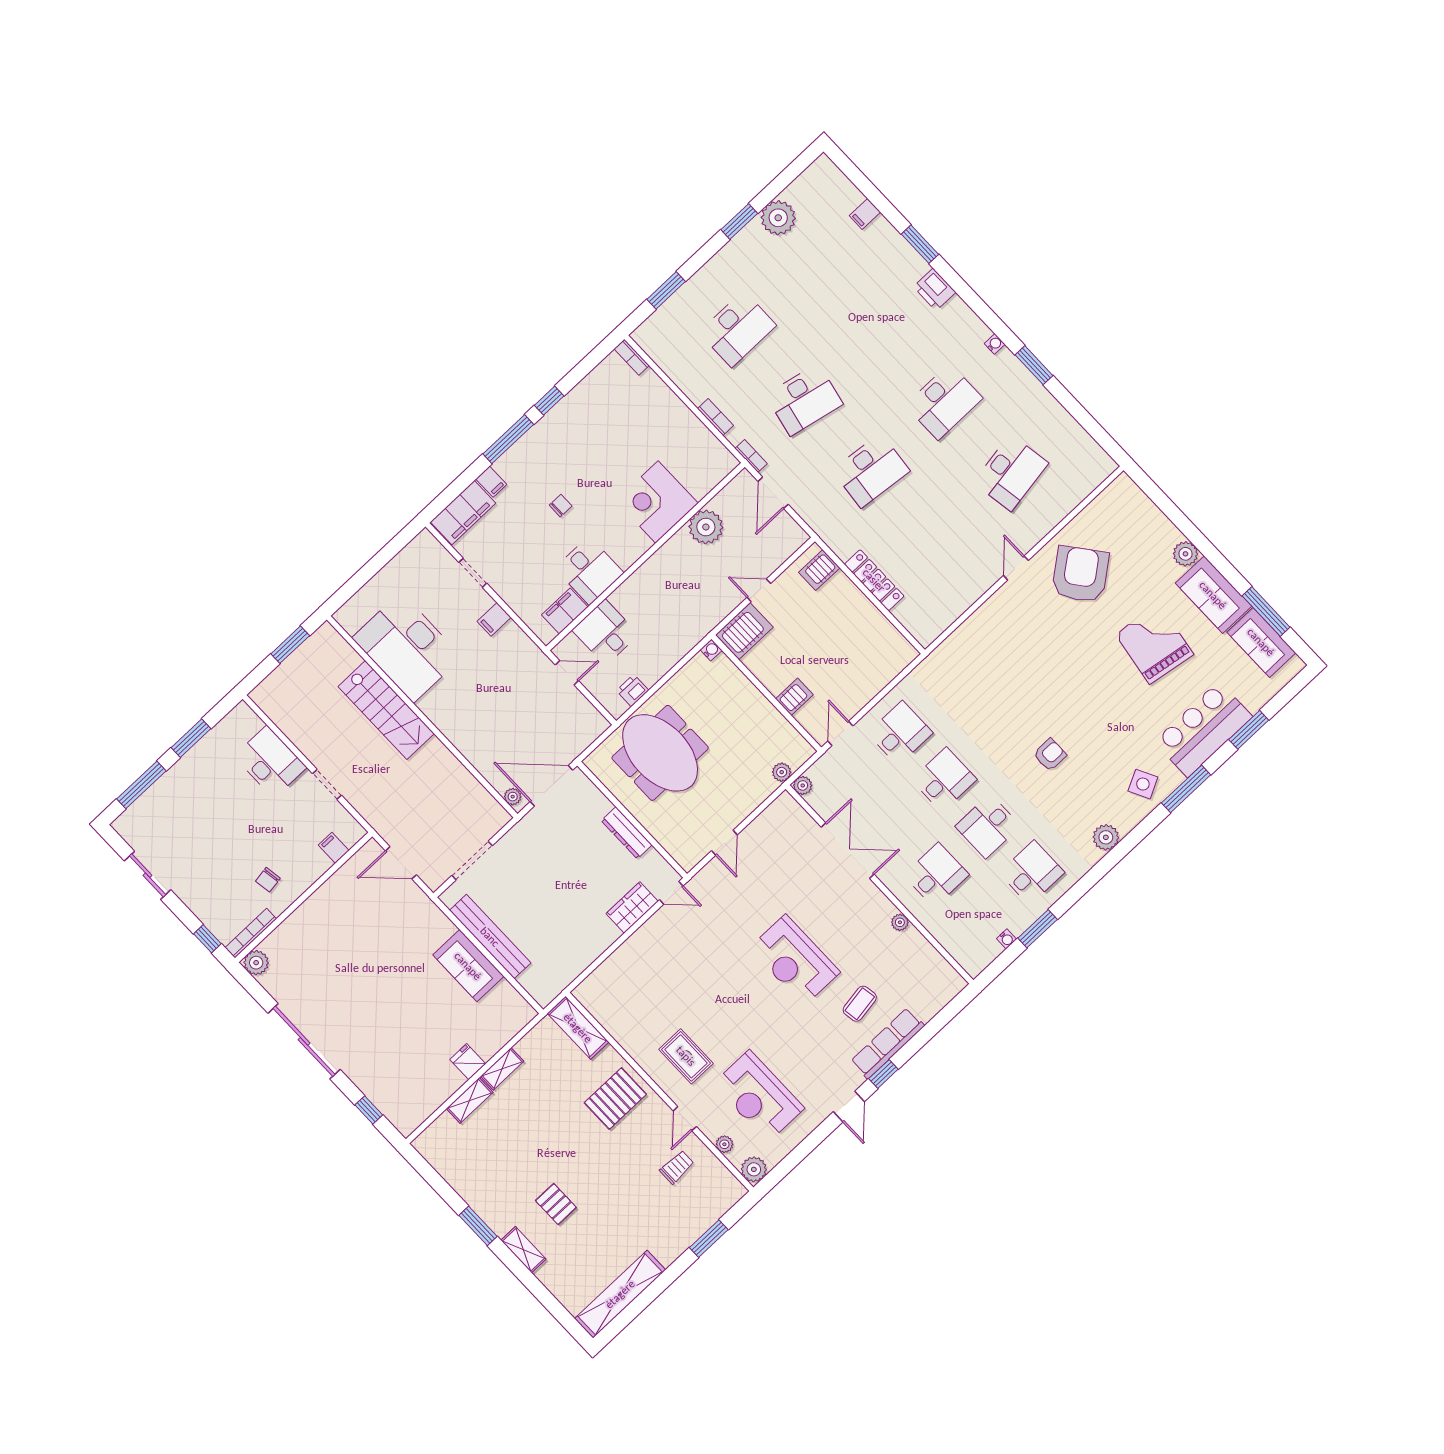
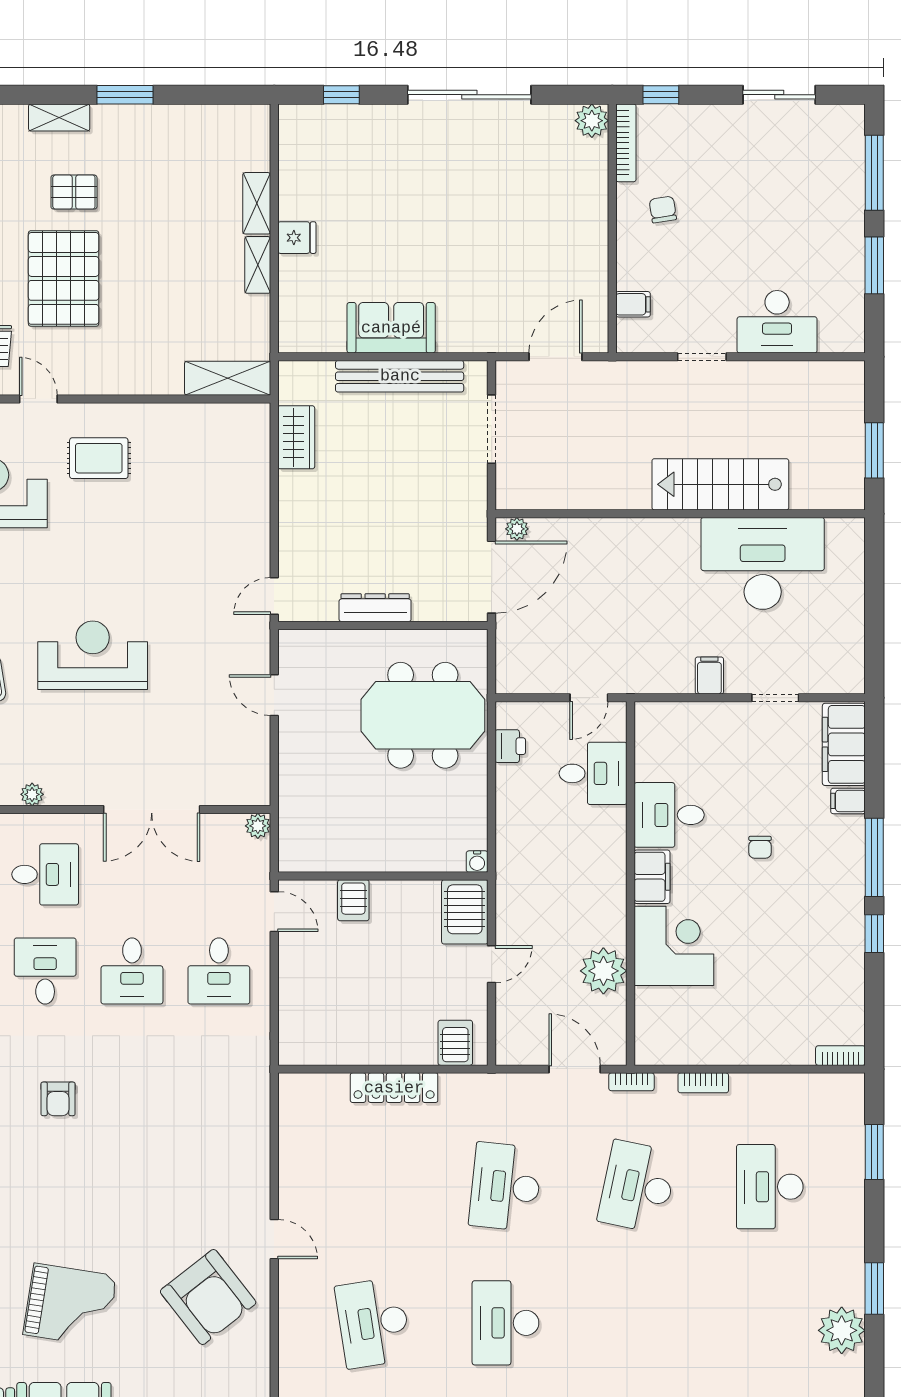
filing cabinet: (565, 611) -> (652, 877), moved
plant: (782, 772) -> (291, 817), removed
desk: (936, 875) -> (45, 874), turned -90
wardrobe: (632, 907) -> (296, 437), moved
pallet: (615, 1099) -> (64, 278), moved, width x1.37, depth x1.41

